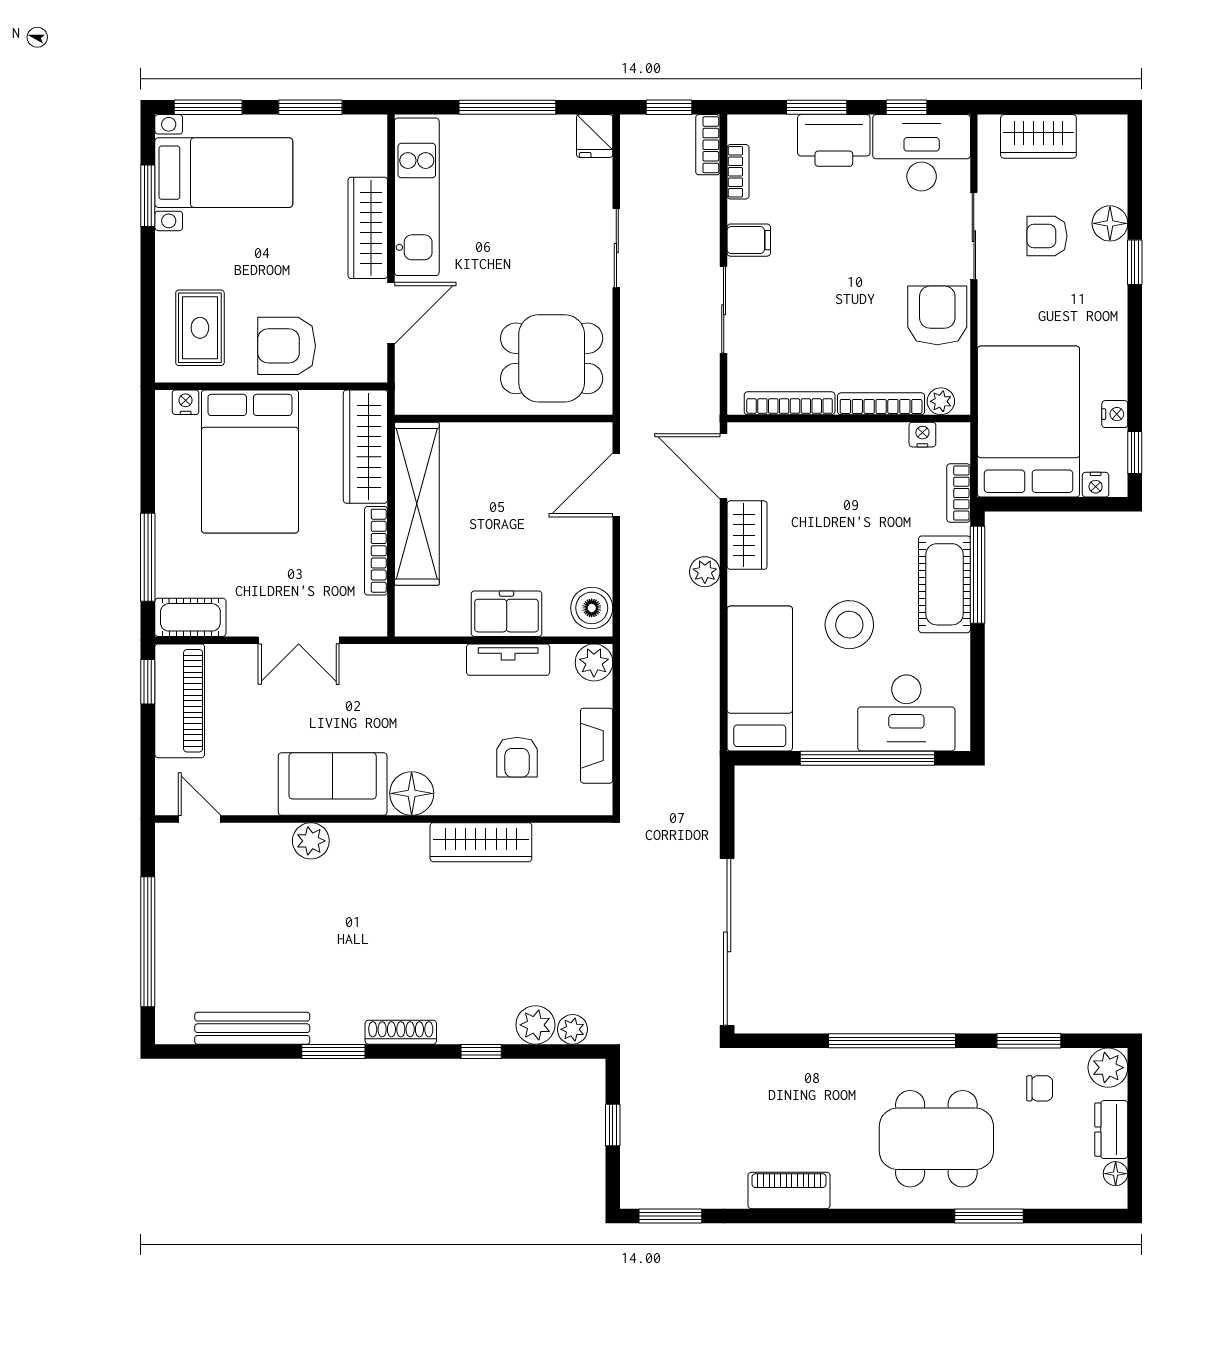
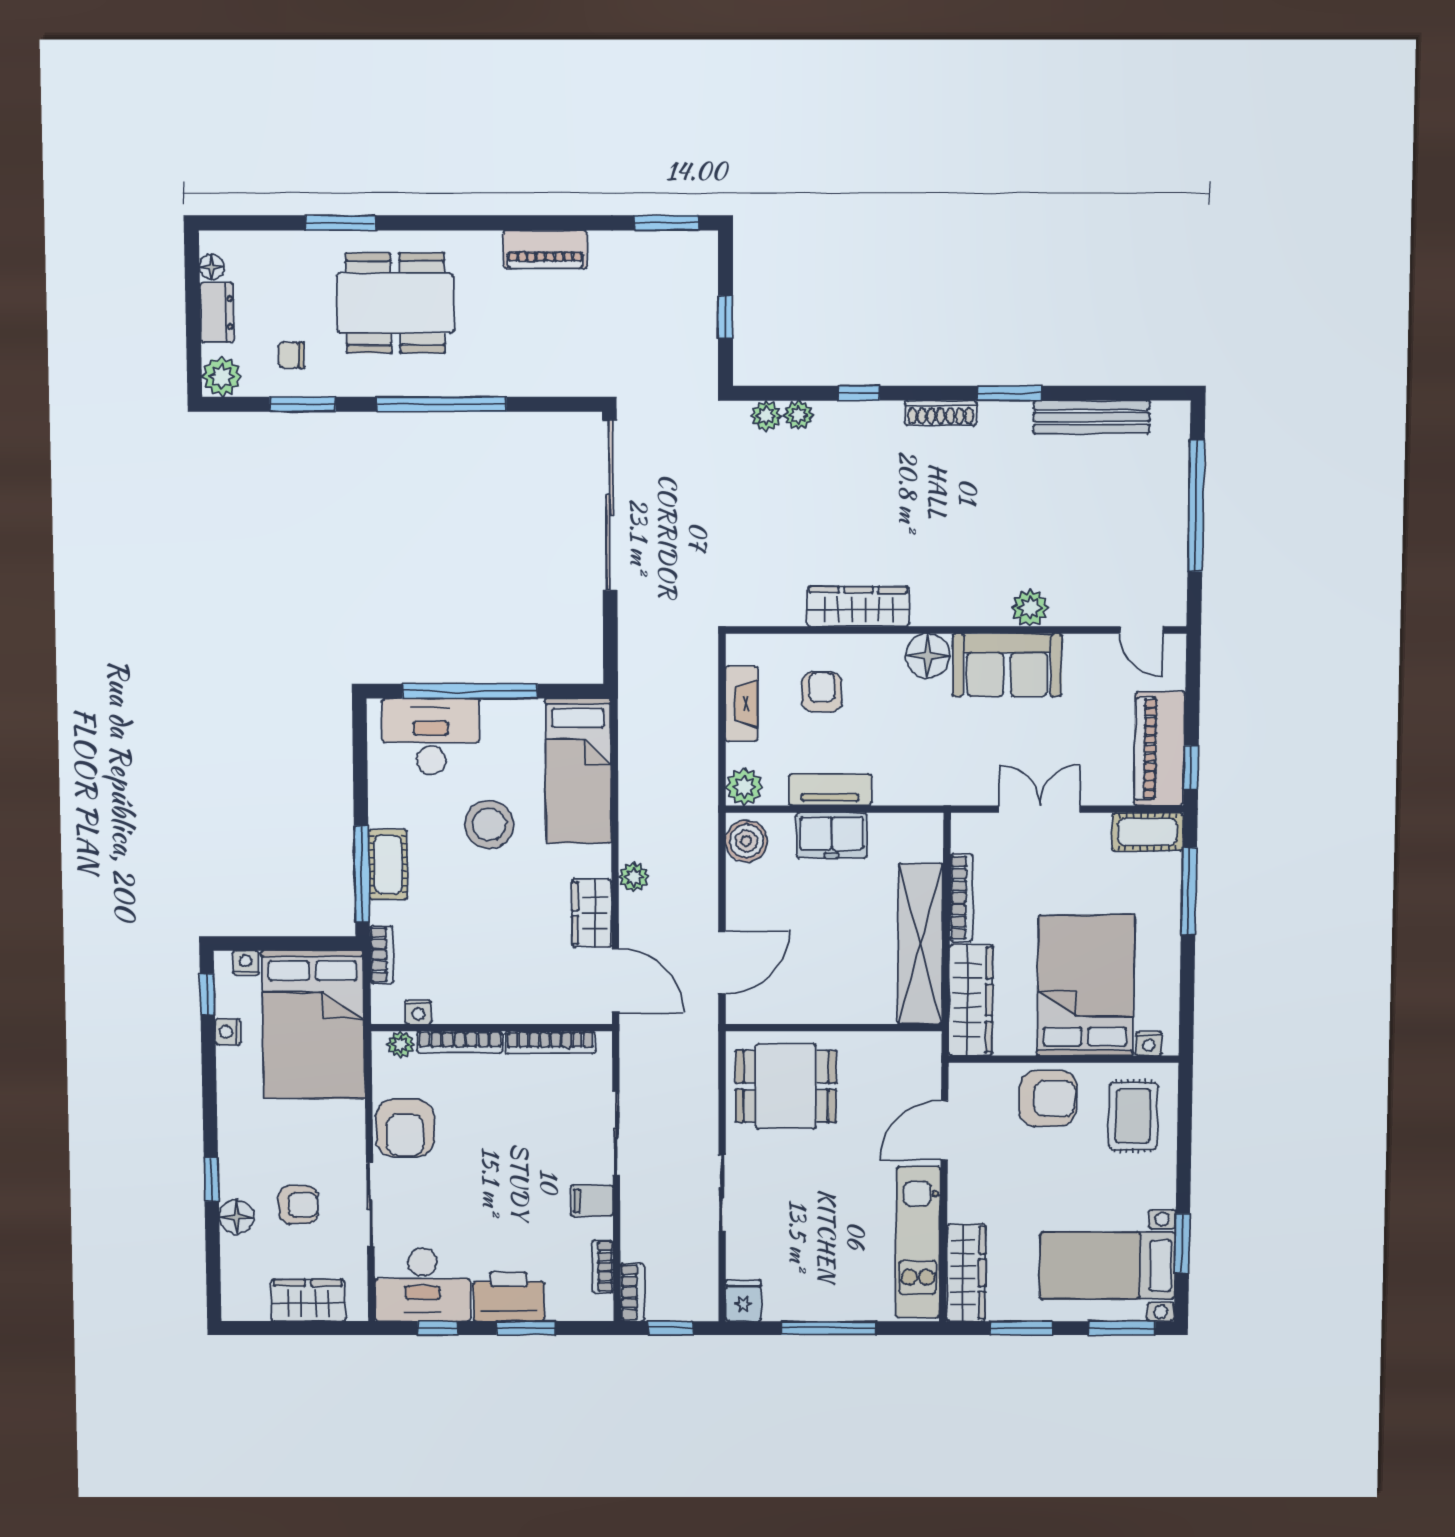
wardrobe: (368, 228) -> (966, 1273), moved
cot: (944, 584) -> (388, 865), width x0.73, depth x0.75
plant: (535, 1025) -> (799, 415), width x0.73, depth x0.73

